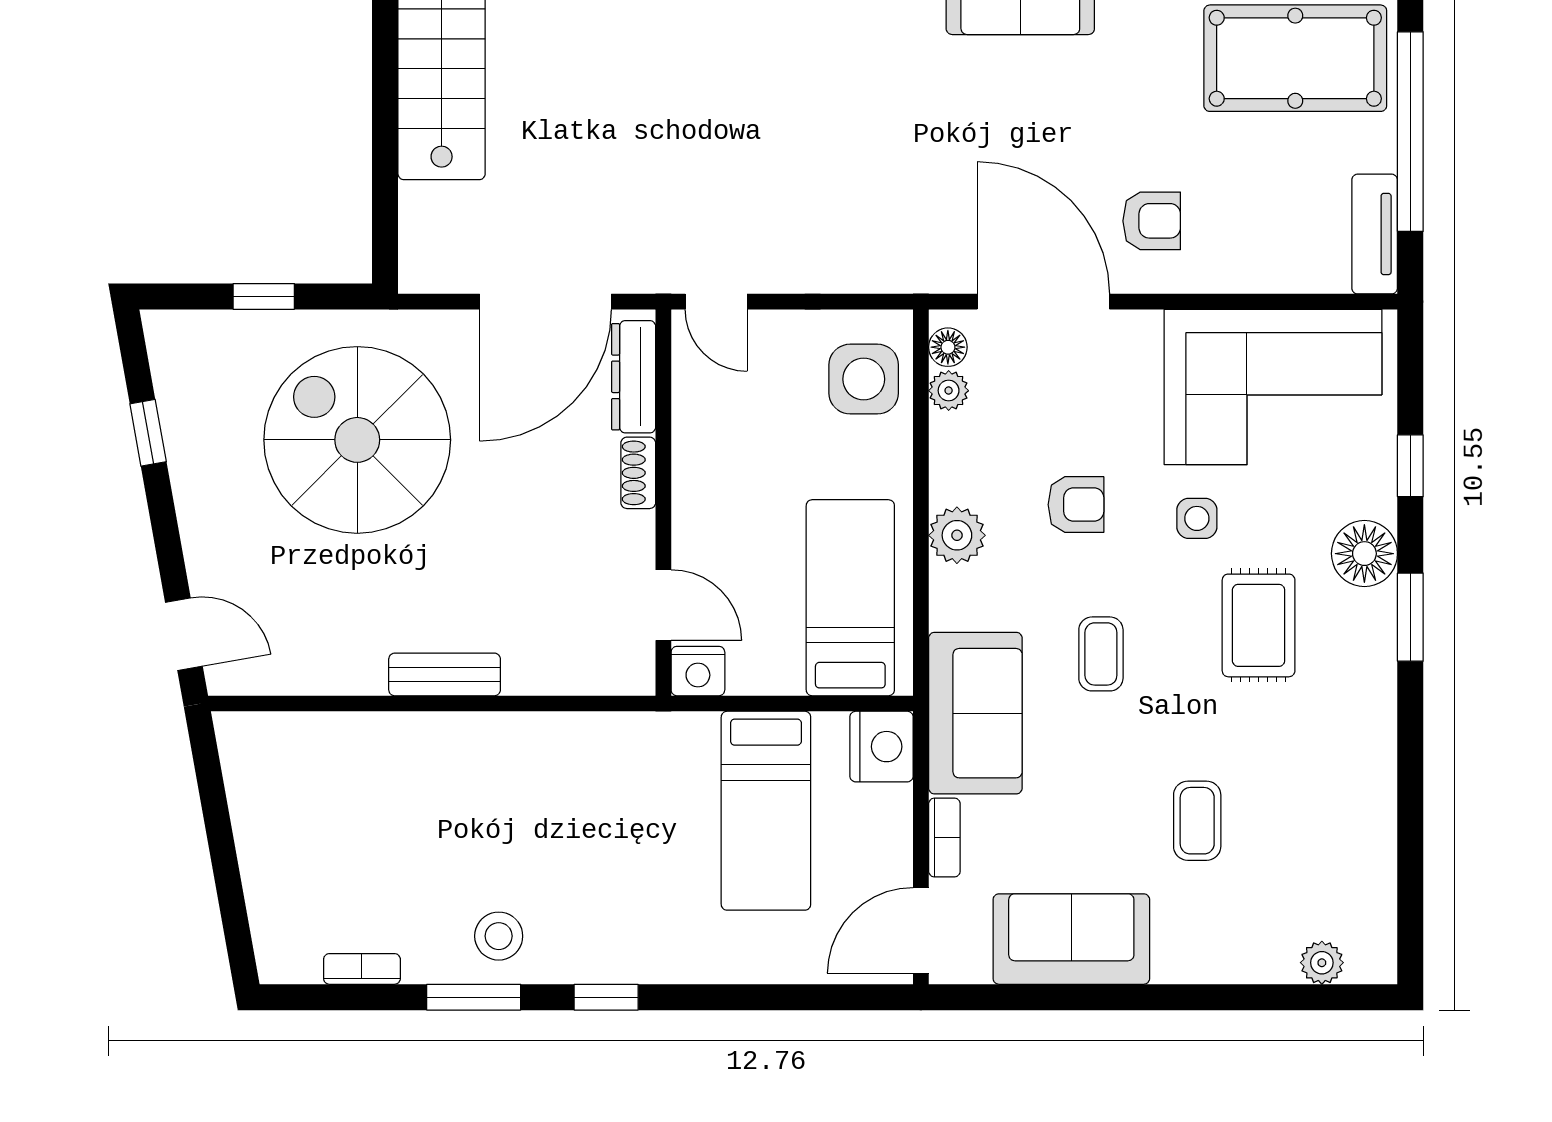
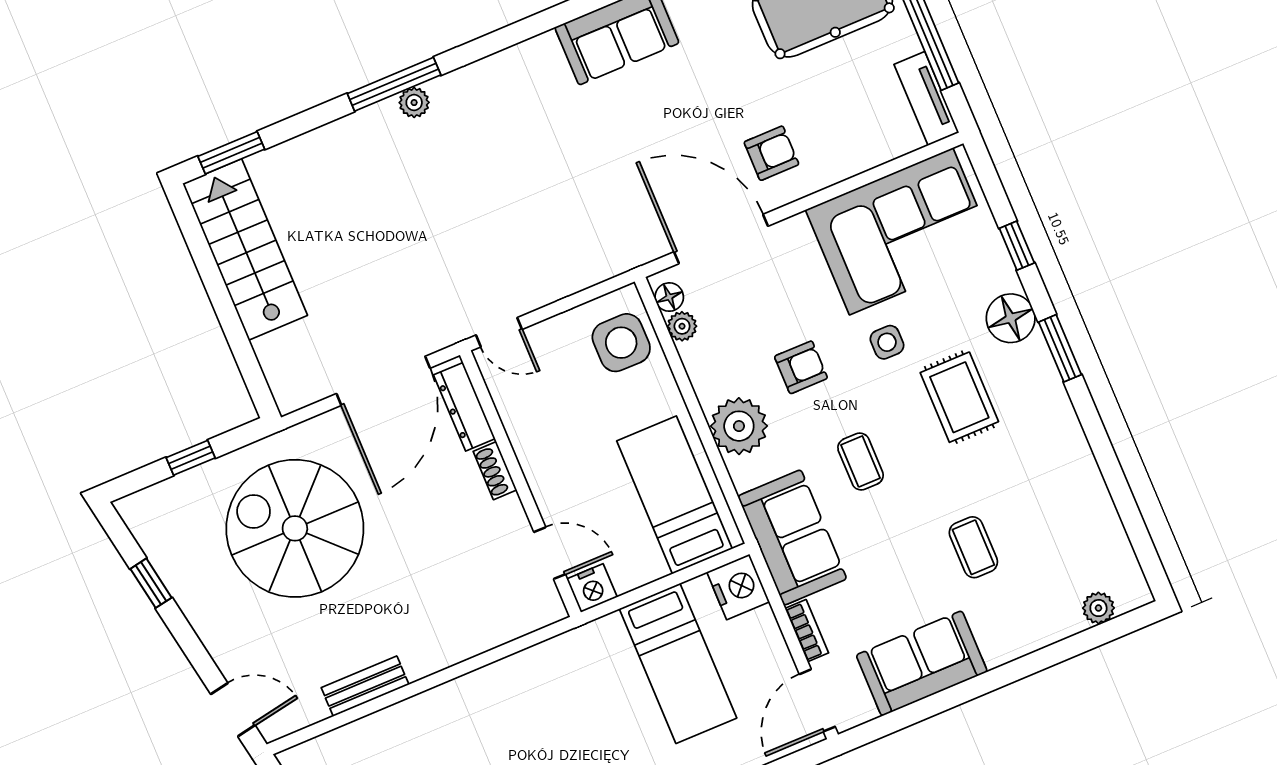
plant: (957, 535) -> (739, 426), width x1.36, depth x1.36
bench: (445, 674) -> (365, 686), moved

